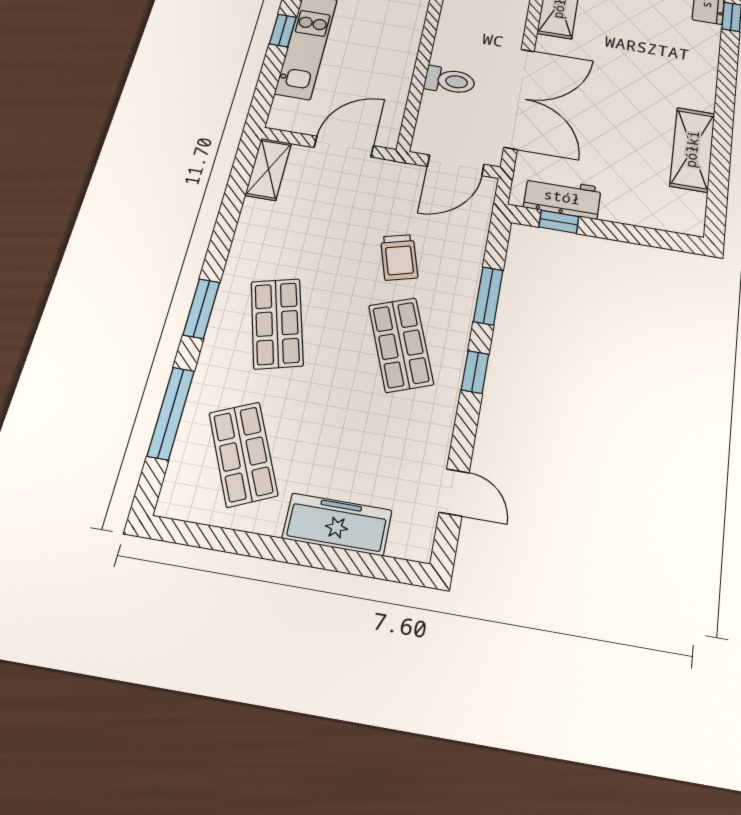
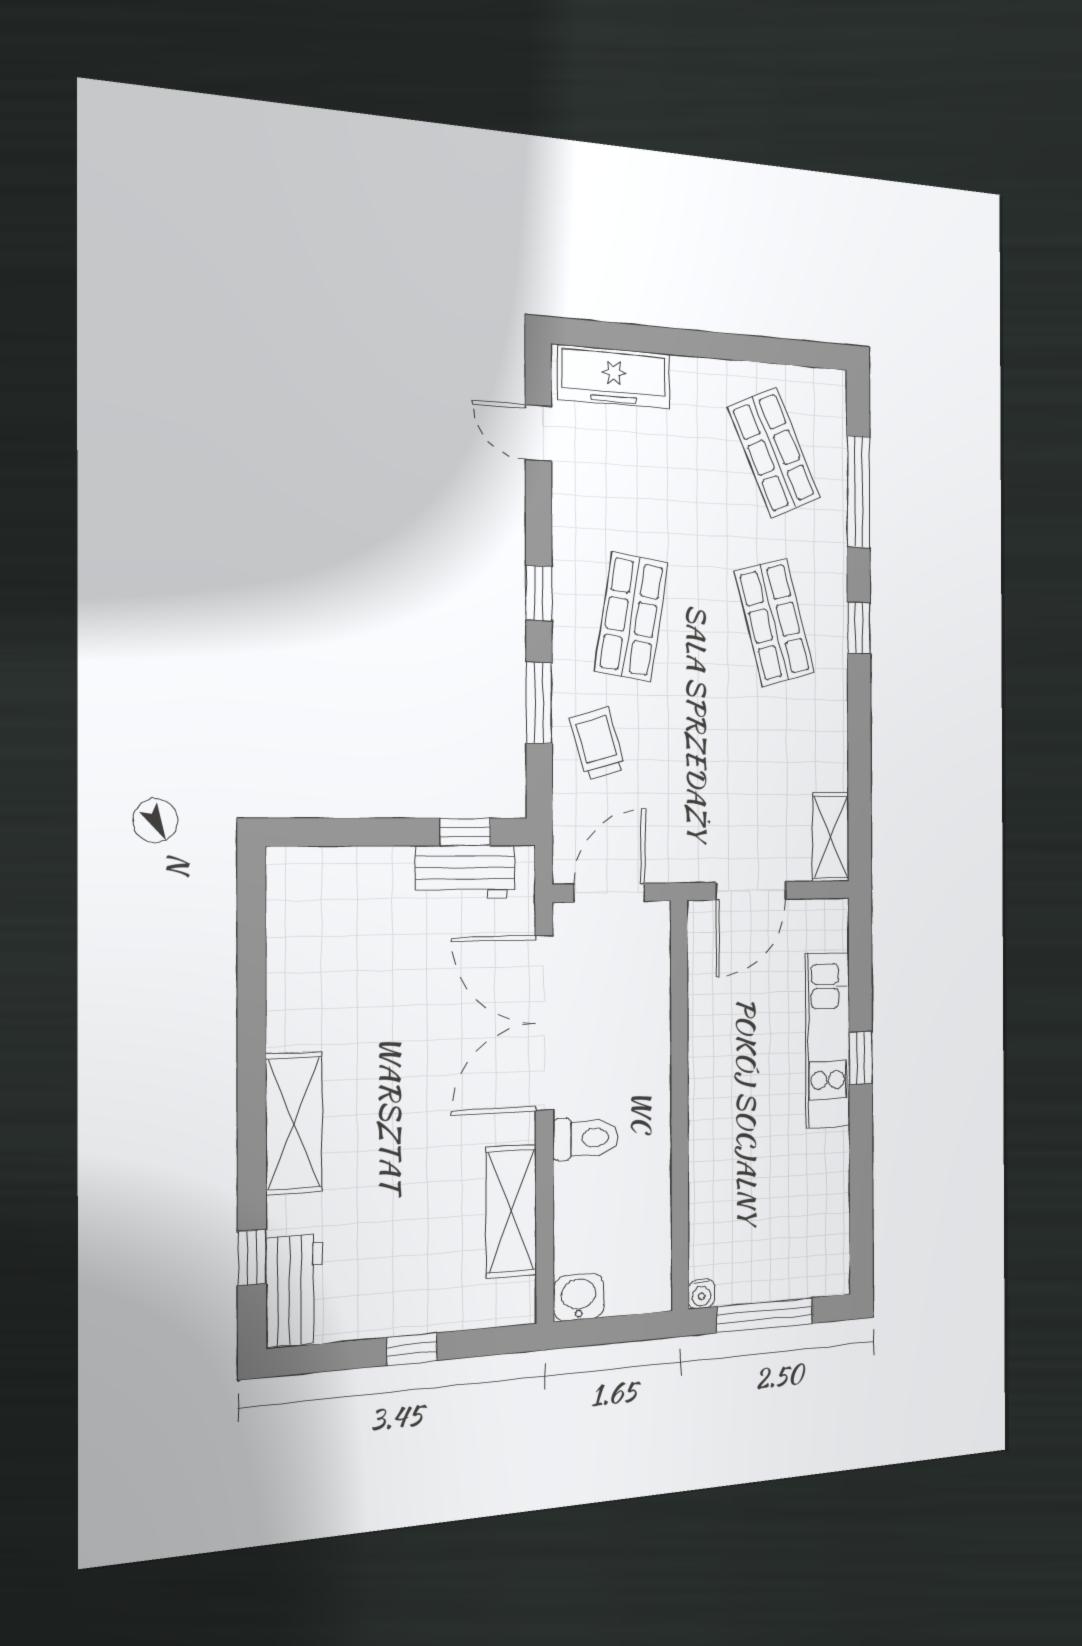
toilet: (450, 81) -> (586, 1138), moved, turned 180
shelving: (692, 149) -> (294, 1123), moved
trolley: (399, 257) -> (597, 744), moved
window: (201, 309) -> (859, 628), width x0.67
shop shelf: (401, 345) -> (631, 617), turned 30
freezer: (337, 524) -> (614, 377), moved

